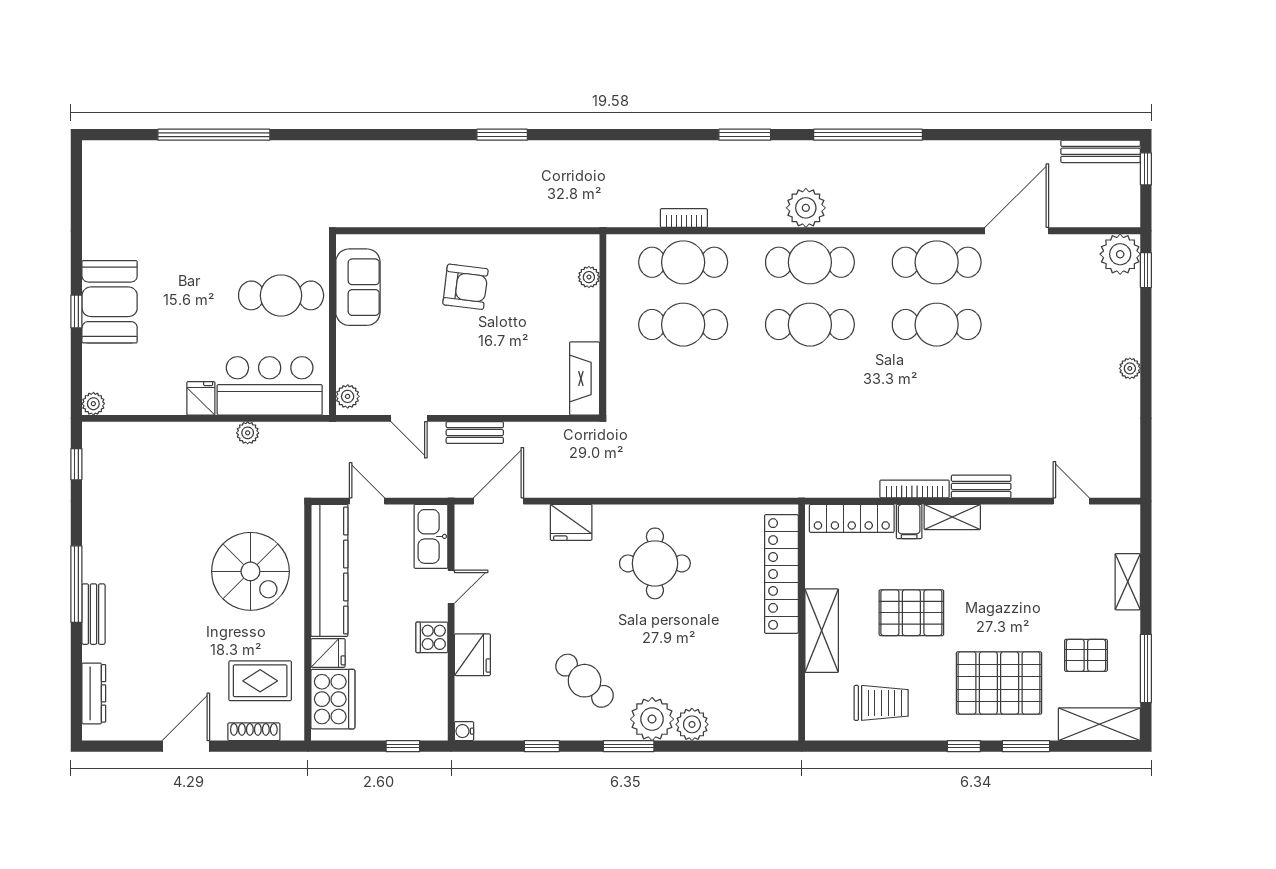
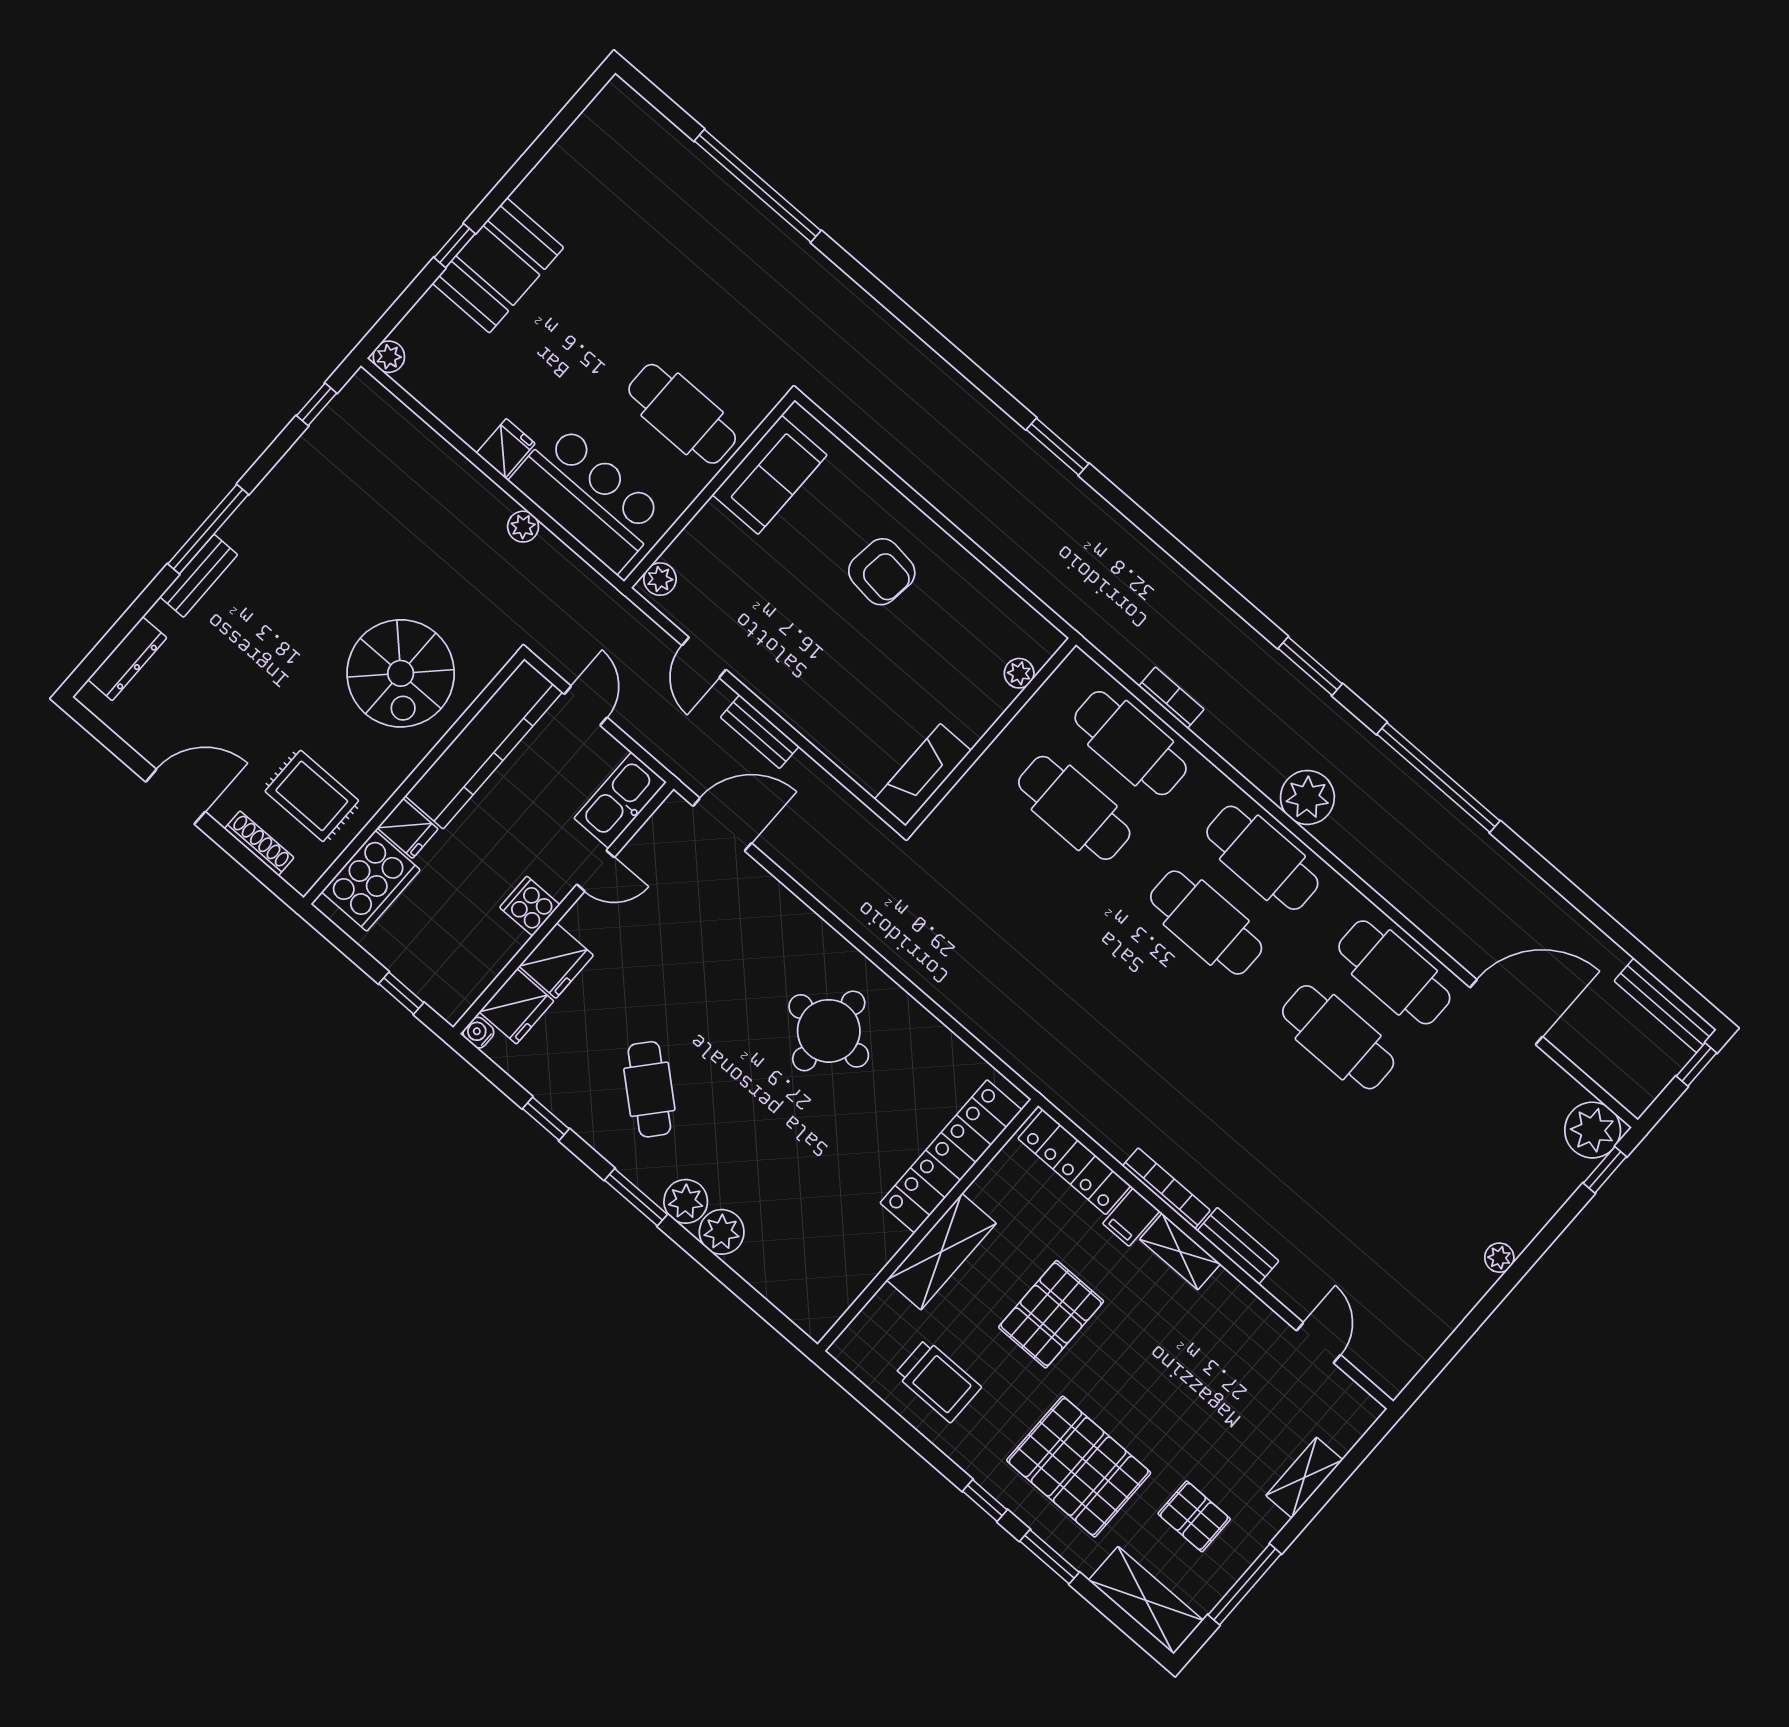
fridge: (571, 522) -> (517, 1006), moved, turned -90
pallet: (911, 613) -> (1051, 1314), turned 90
plant: (652, 719) -> (686, 1201), width x0.73, depth x0.73

